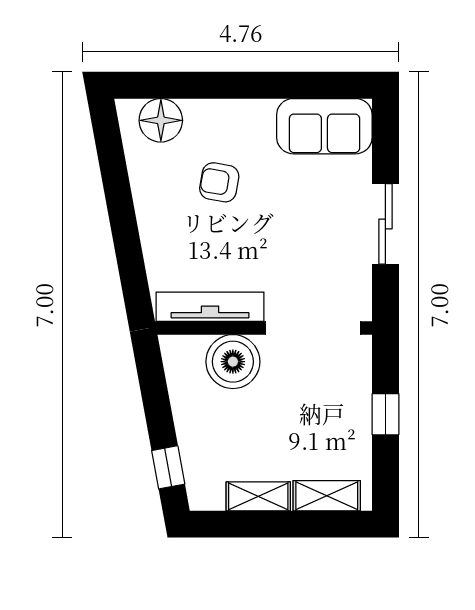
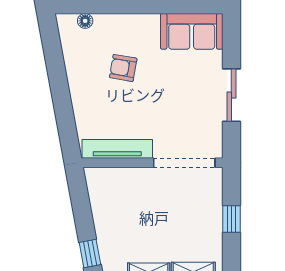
floor lamp: (161, 120) -> (85, 21), width x0.53, depth x0.53
boiler: (233, 362) -> (132, 185), removed

